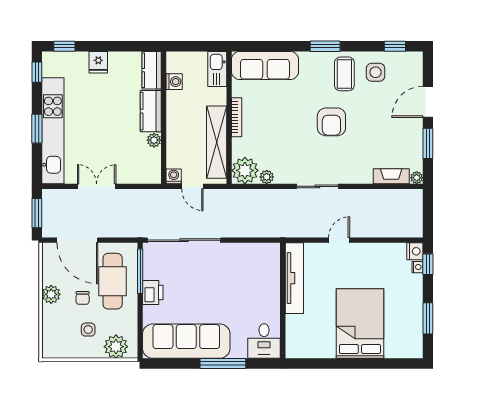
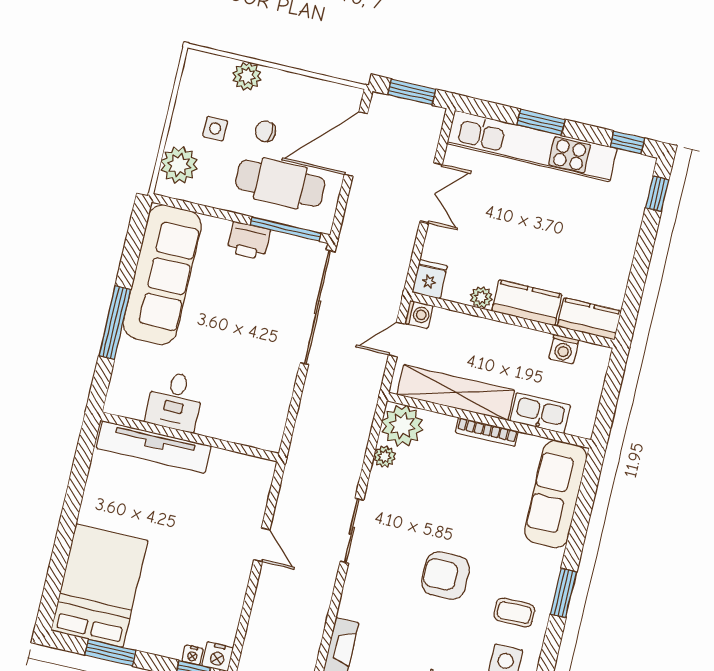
fridge: (98, 62) -> (430, 279), moved, turned 90
kitchen sink: (217, 69) -> (540, 413), moved
coffee table: (344, 74) -> (514, 612), width x0.73, depth x0.77
tv unit: (294, 278) -> (154, 447), moved
plant: (51, 294) -> (247, 76), moved
bed: (360, 324) -> (99, 585), moved, turned -90
desk: (264, 341) -> (175, 401), moved, turned -90

